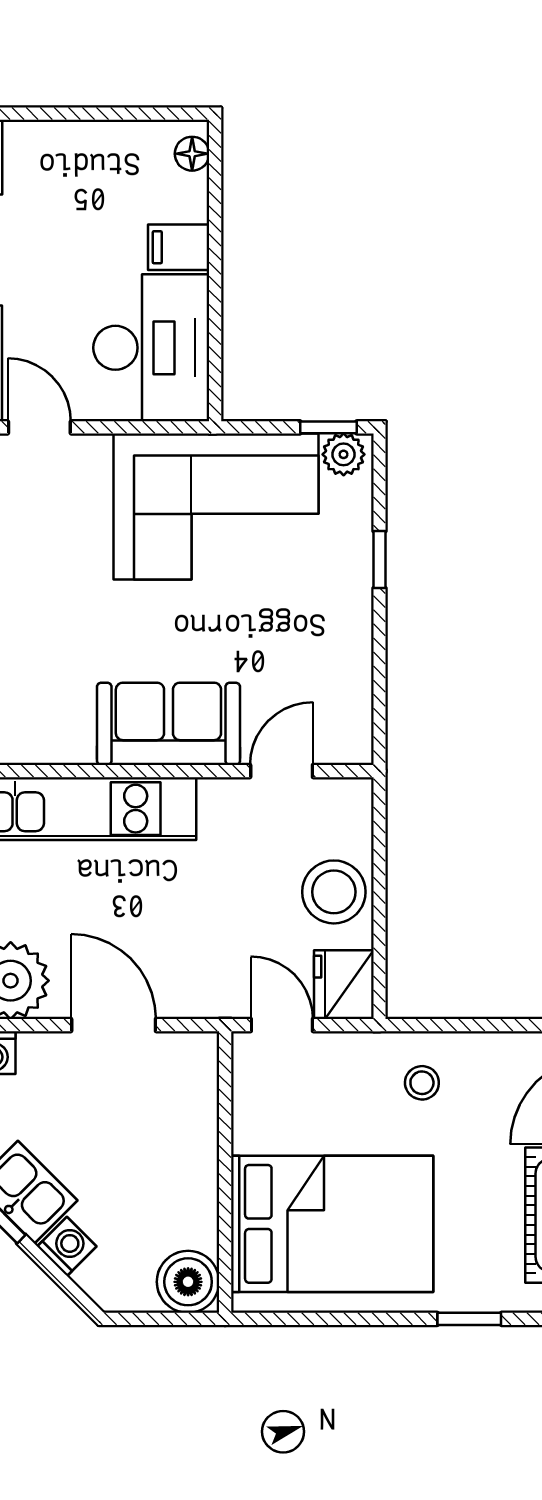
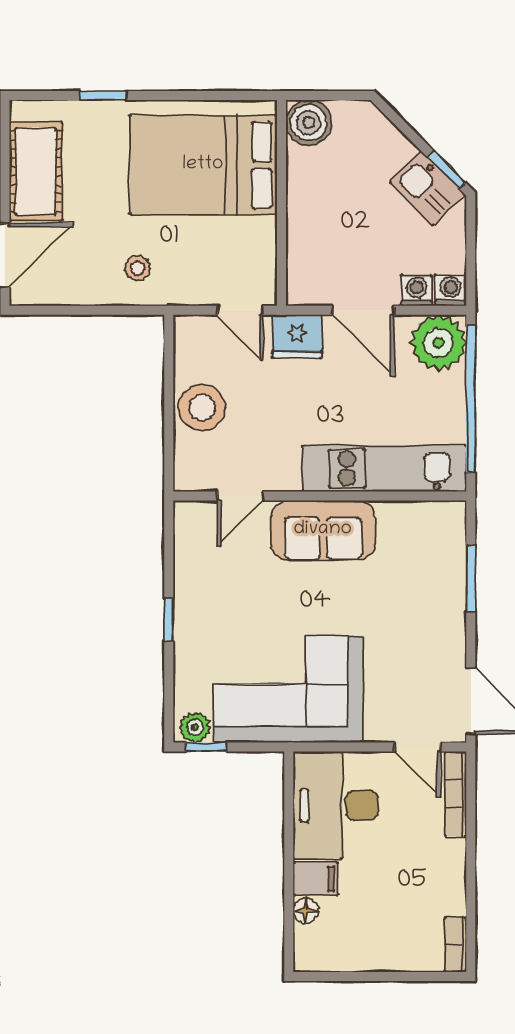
floor lamp: (192, 154) -> (306, 911), moved
window: (379, 560) -> (169, 620), moved
fridge: (344, 985) -> (297, 336), moved, turned 90
washing machine: (67, 1246) -> (417, 291), moved, turned 135

